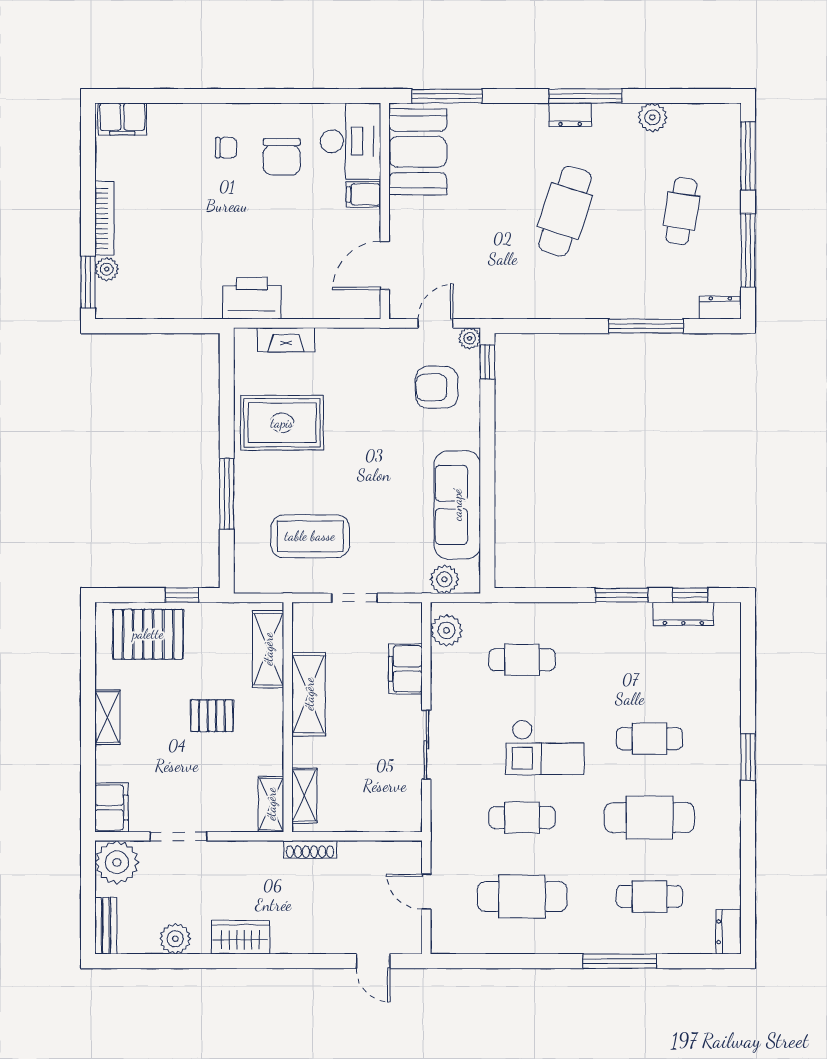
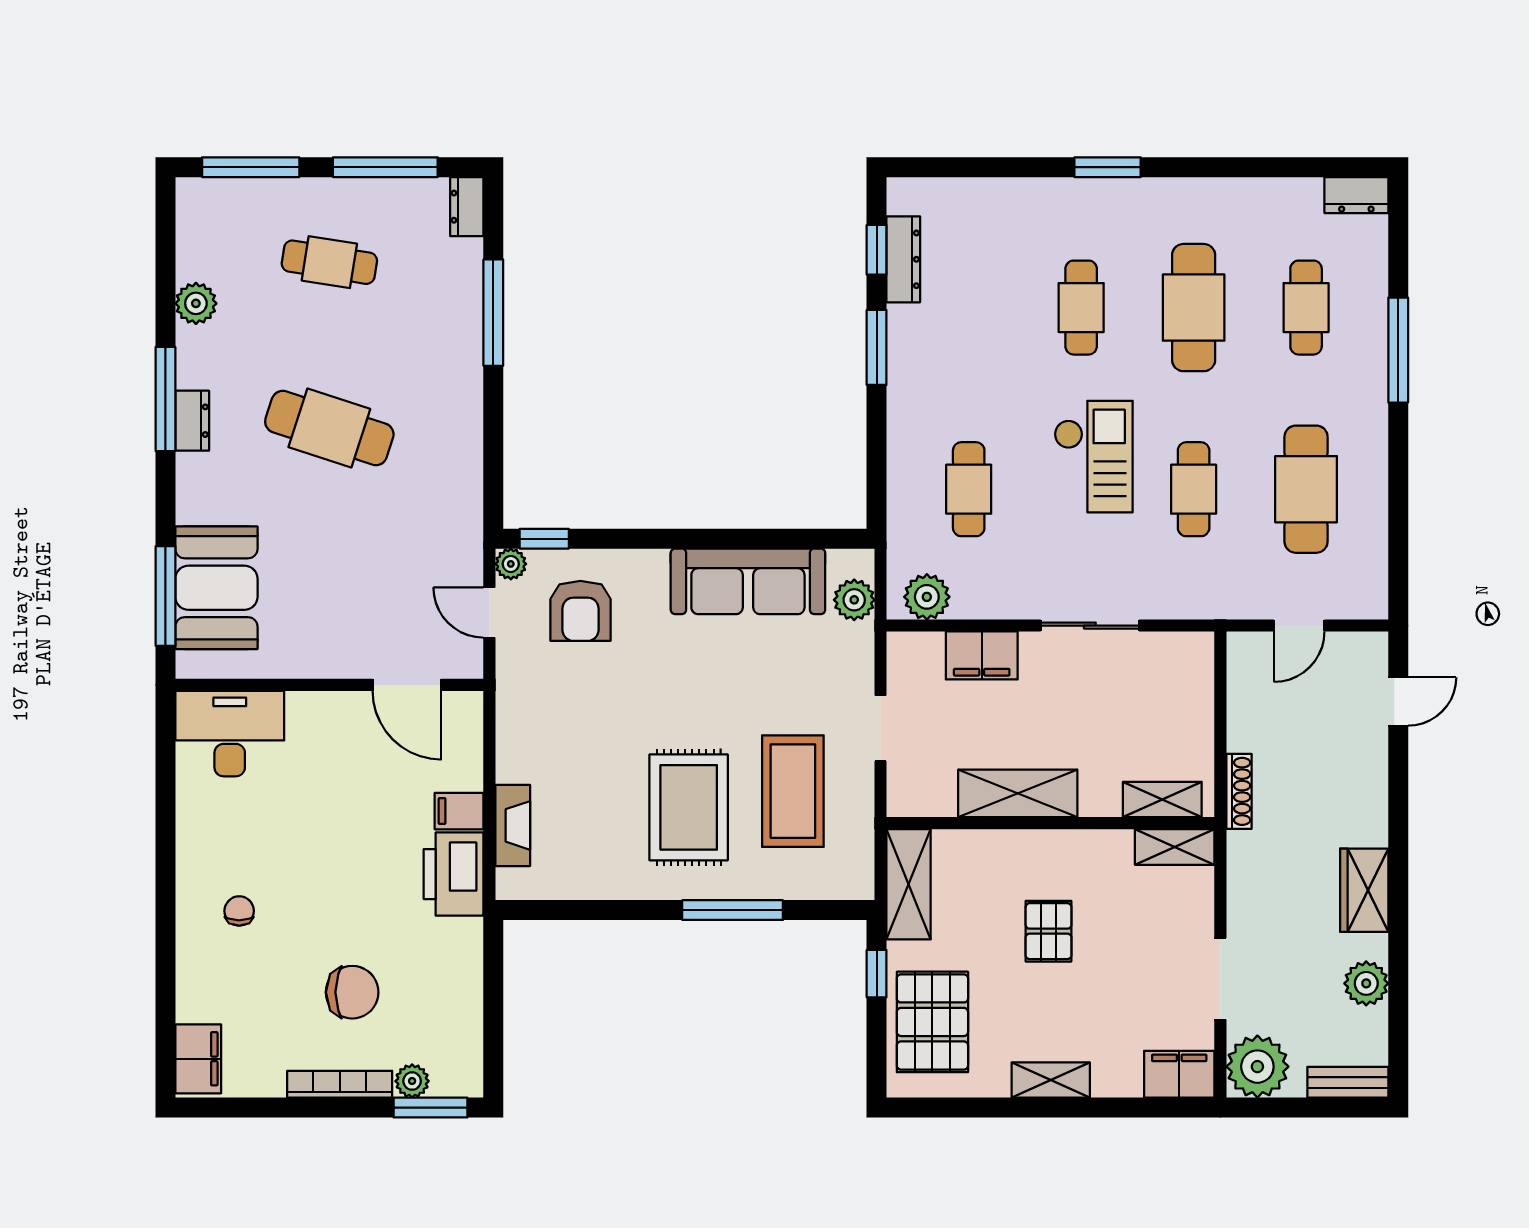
booth: (418, 152) -> (216, 588), moved, turned 90
chair: (282, 157) -> (352, 992), moved
filing cabinet: (363, 194) -> (459, 811), moved, turned 90
rug: (282, 423) -> (689, 807), moved
shelving: (268, 649) -> (909, 884), moved, turned 90

